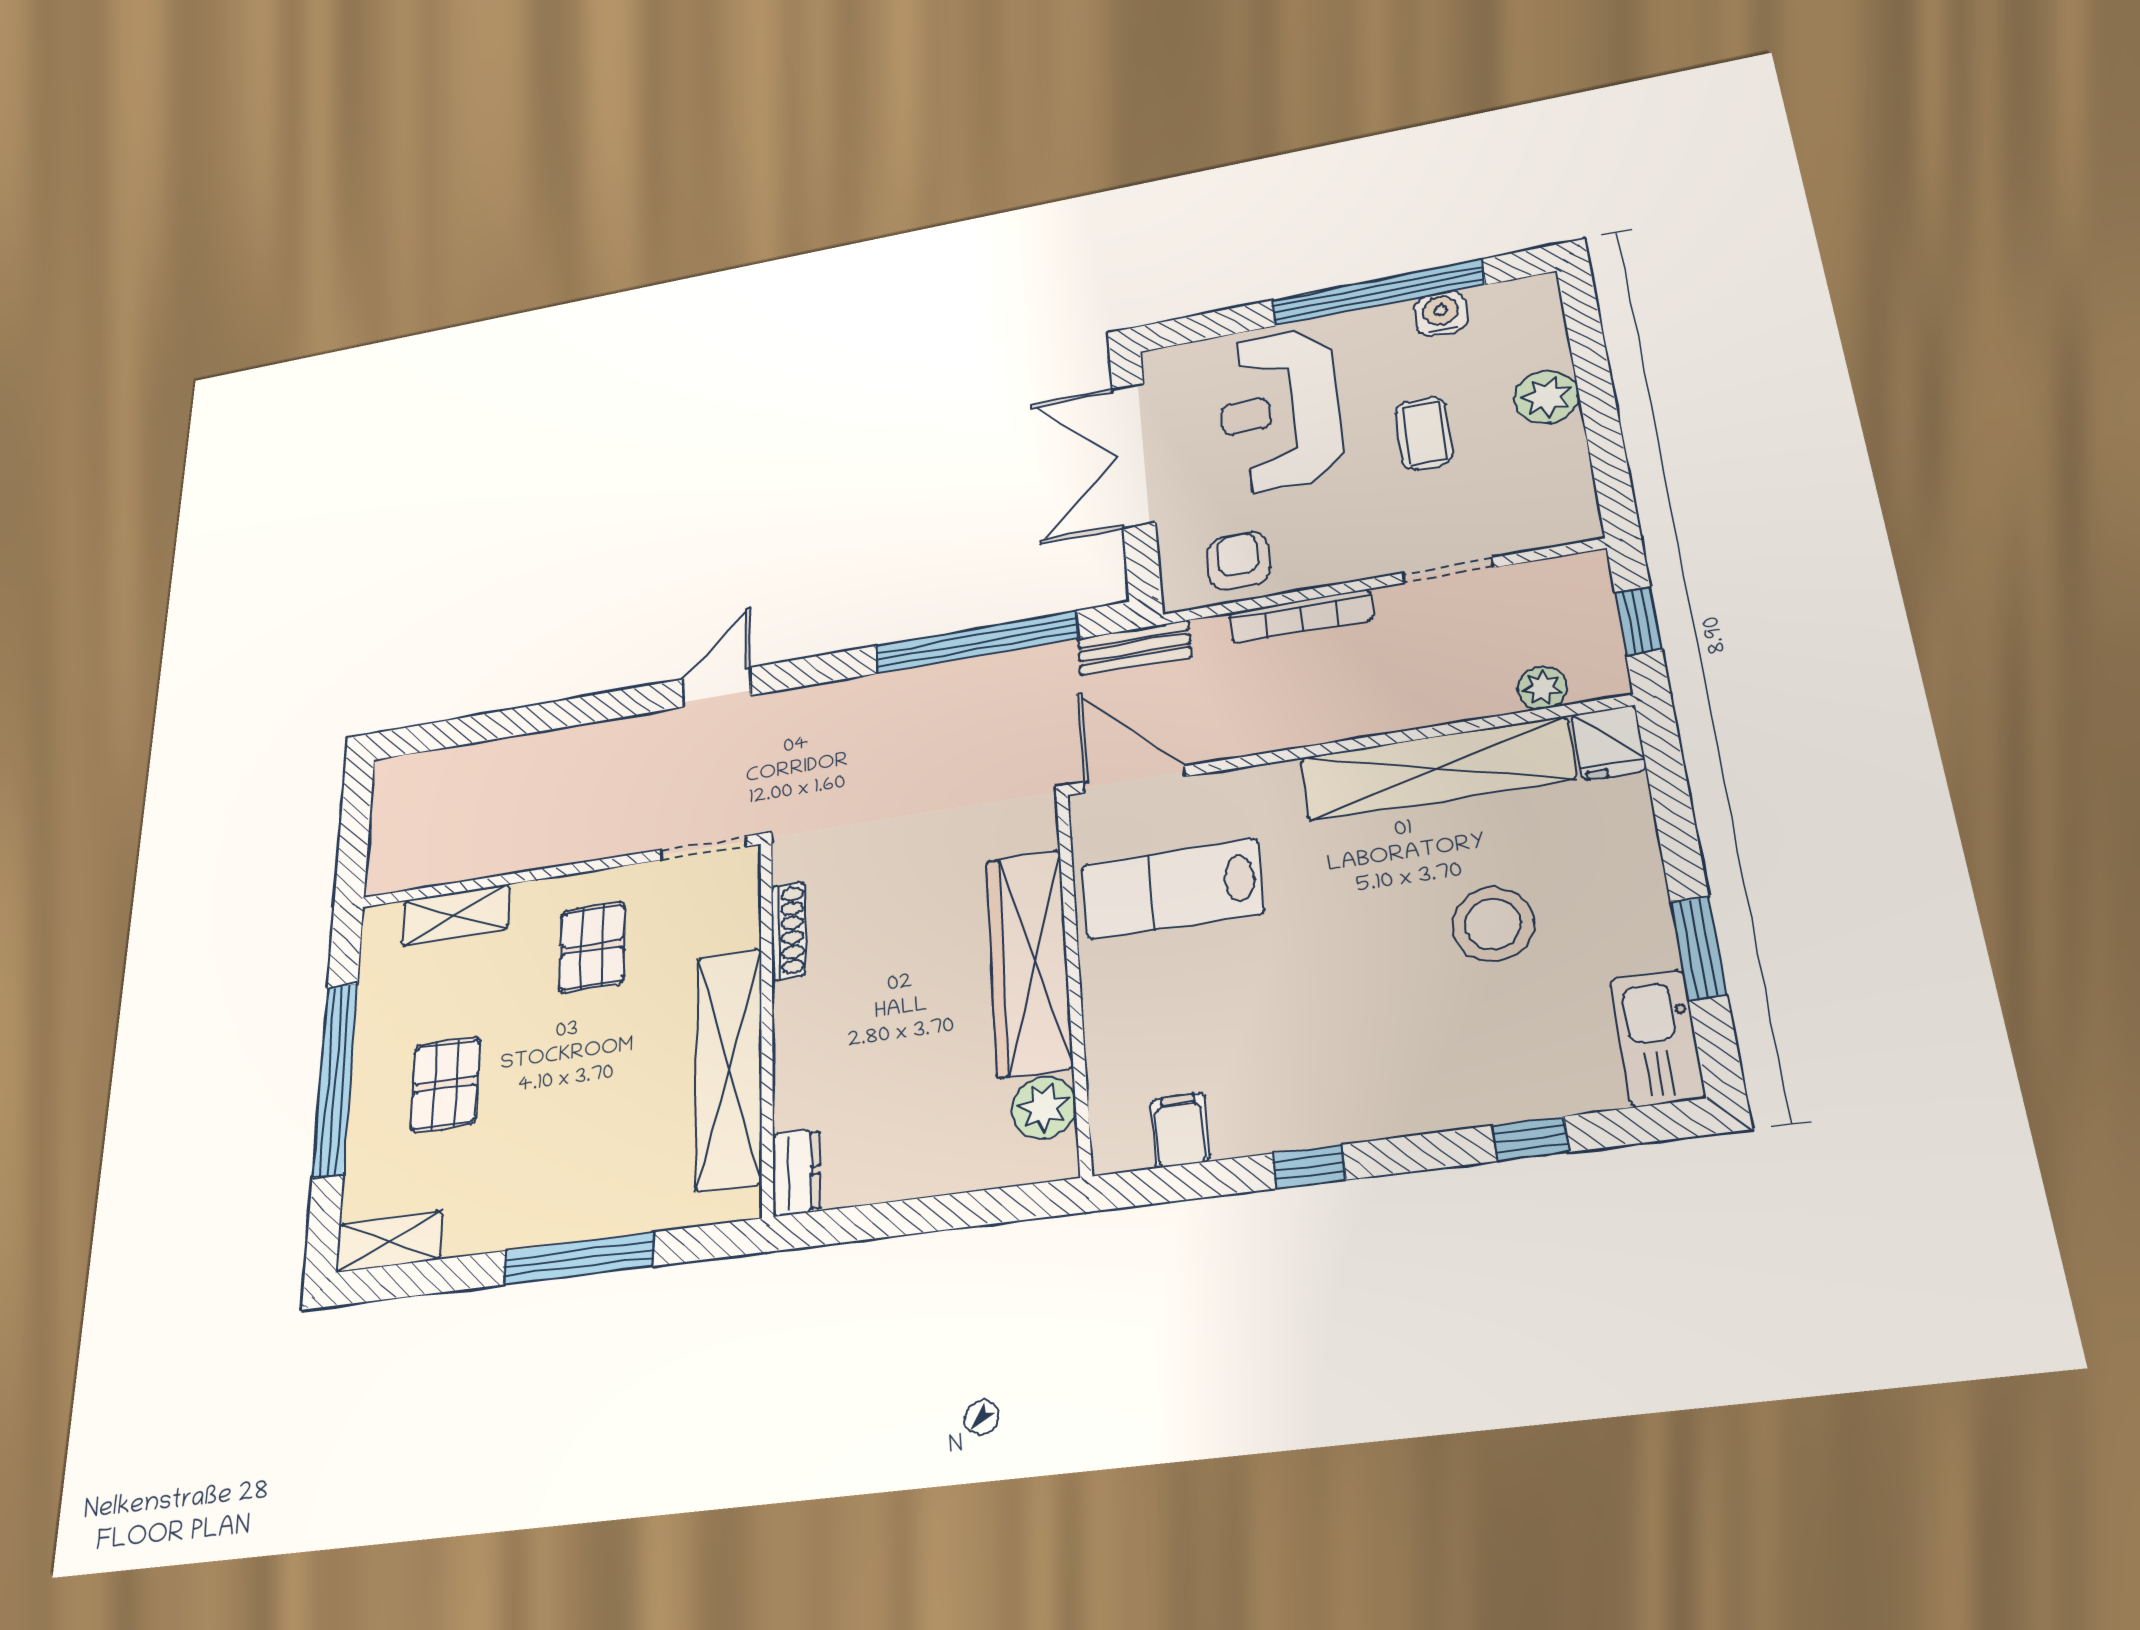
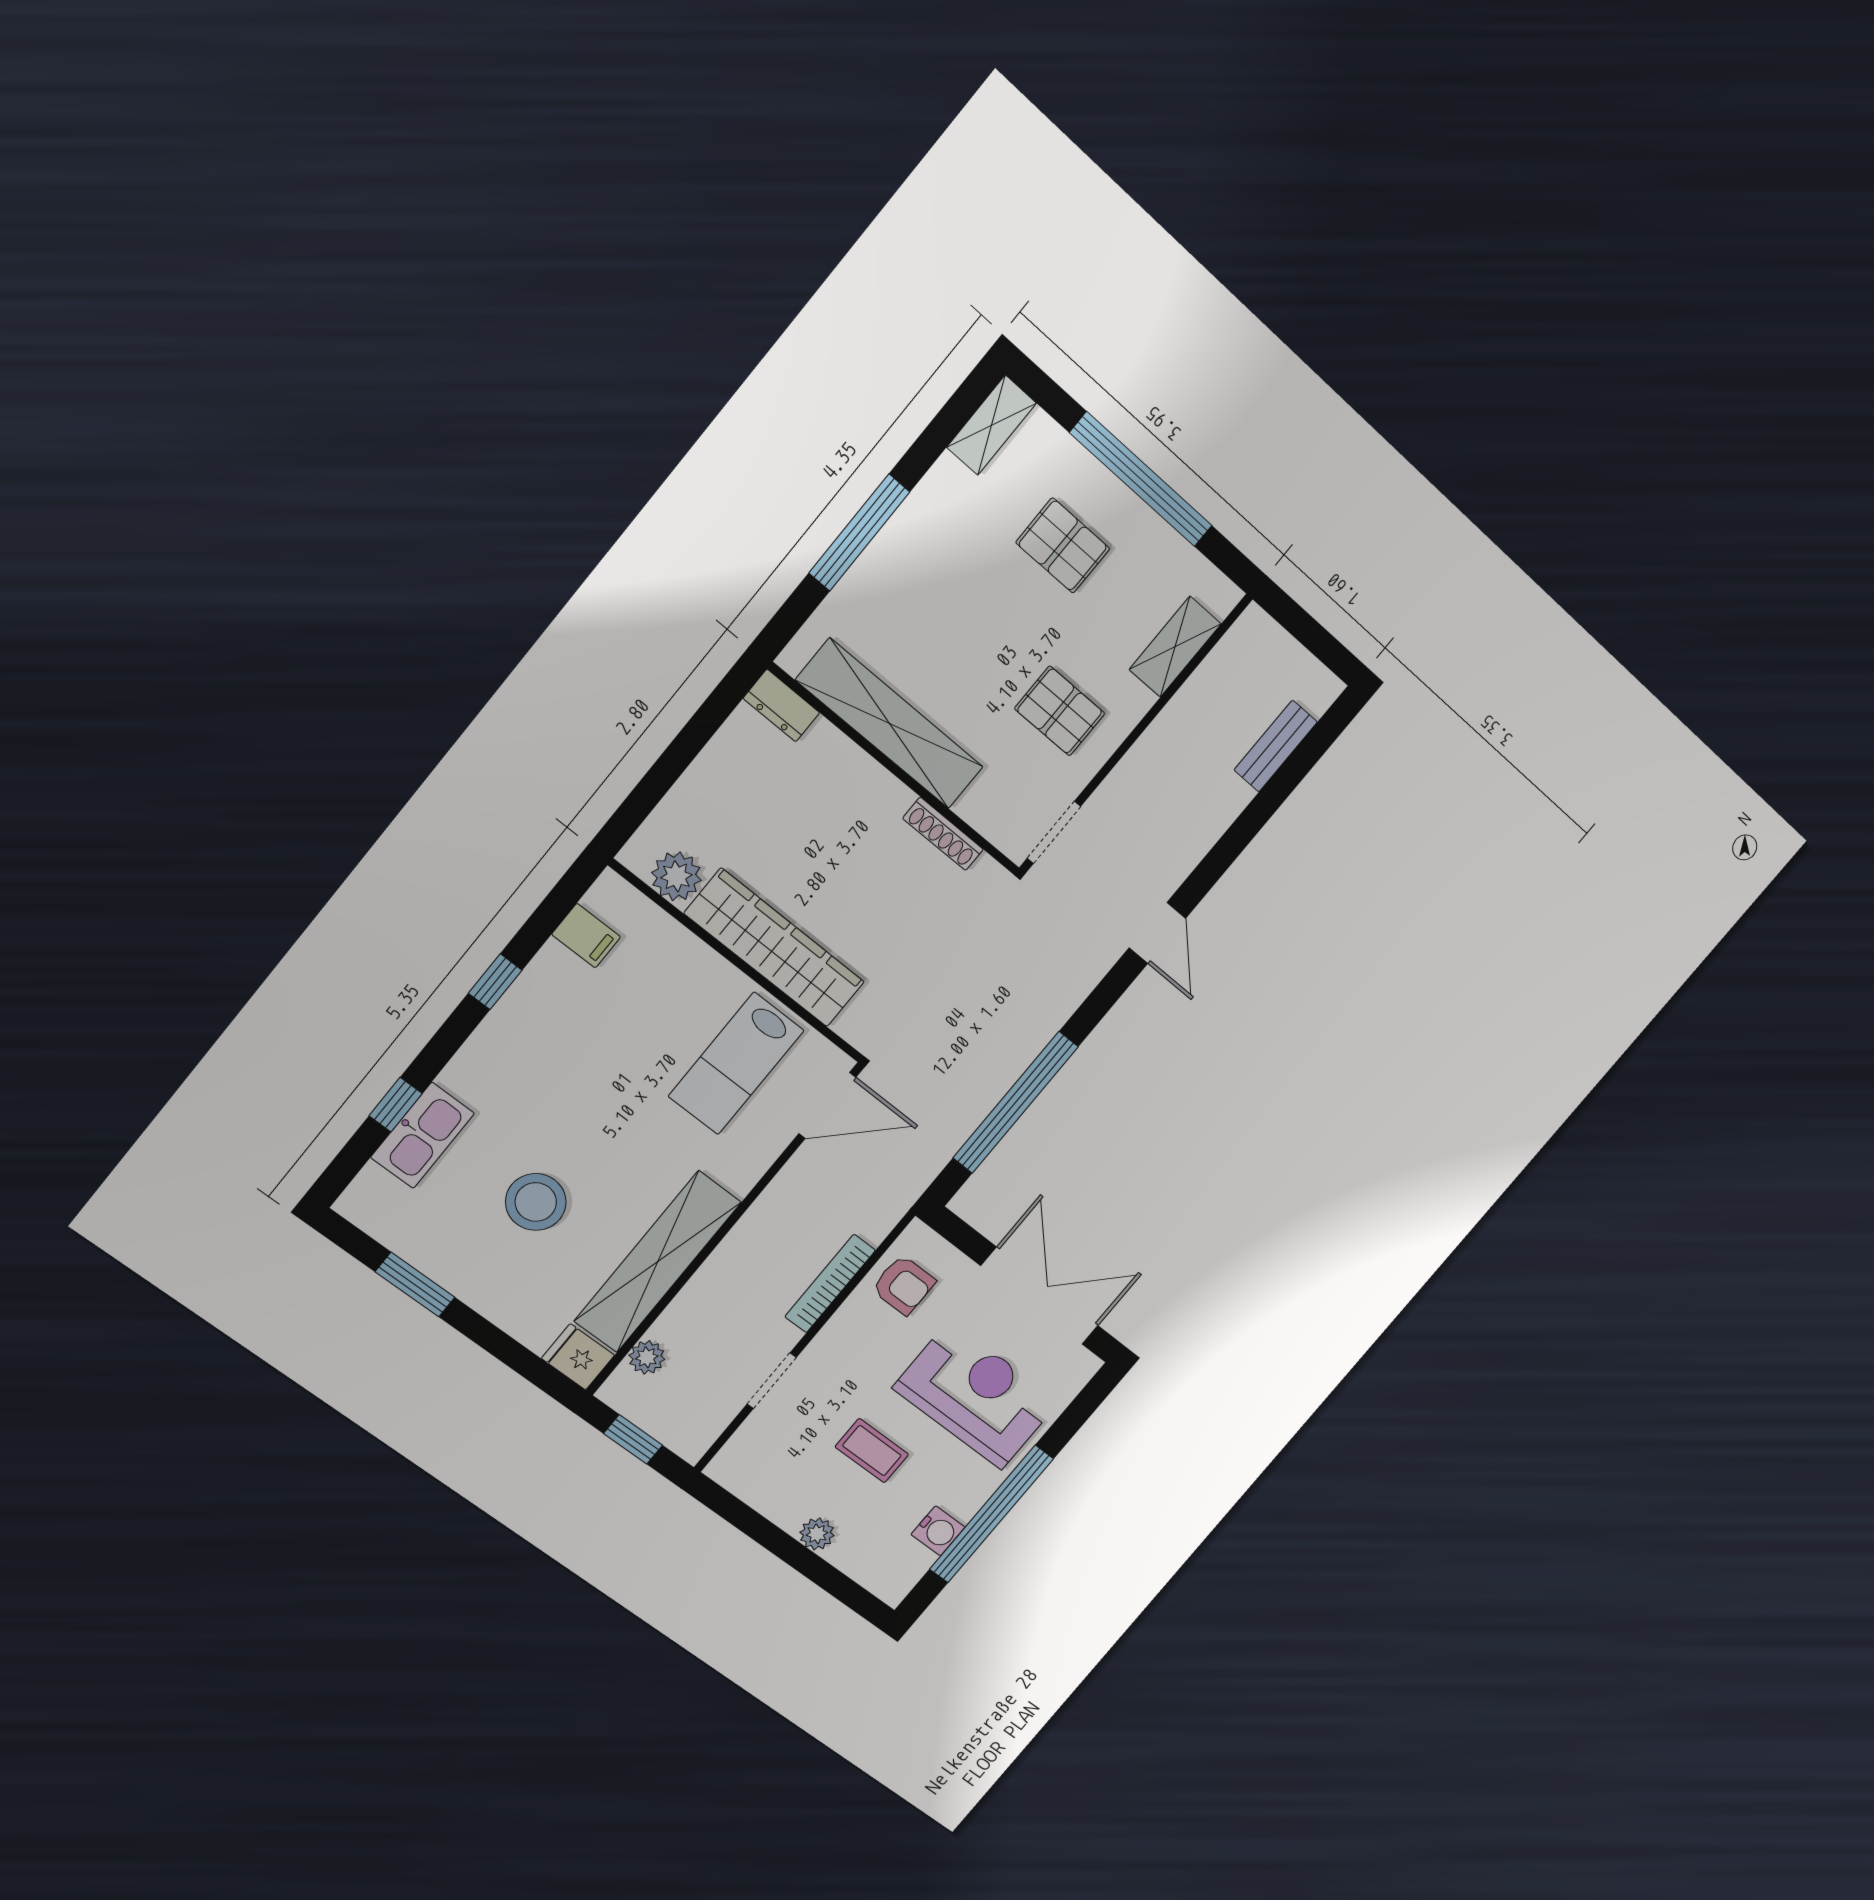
plant: (1547, 397) -> (817, 1534), width x0.73, depth x0.73
bench: (1134, 648) -> (1276, 746), moved
lab bench: (1172, 889) -> (736, 1063), turned 180
kitchen sink: (1657, 1038) -> (423, 1135), moved, turned 90

